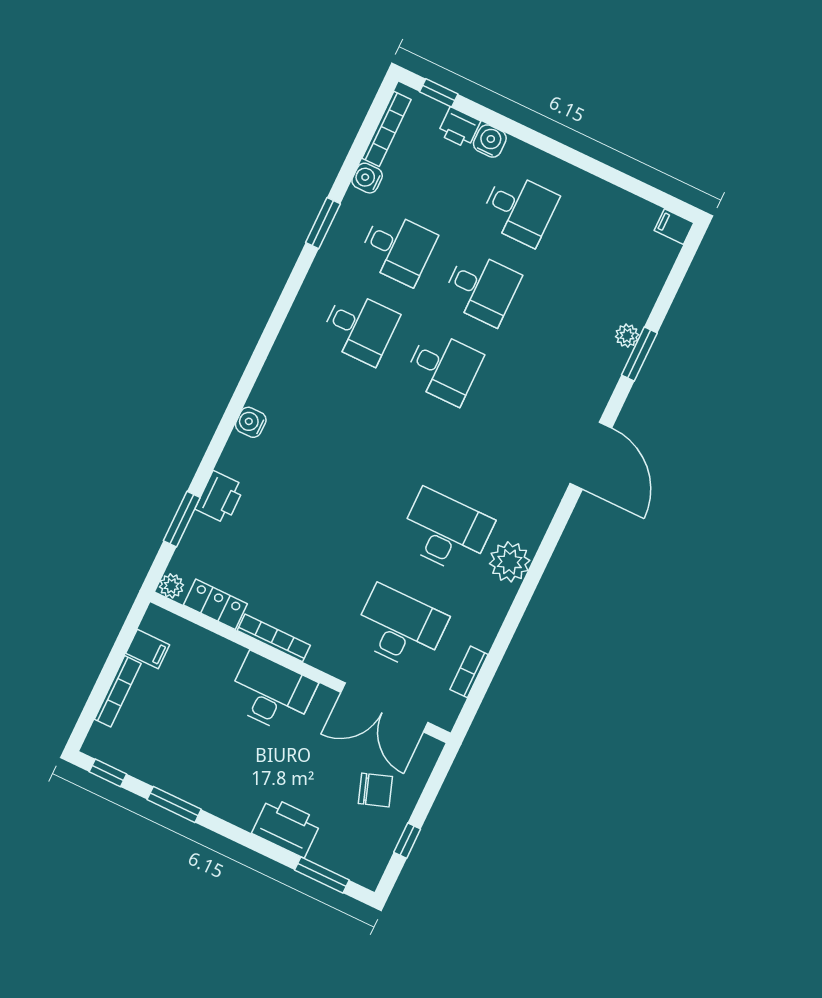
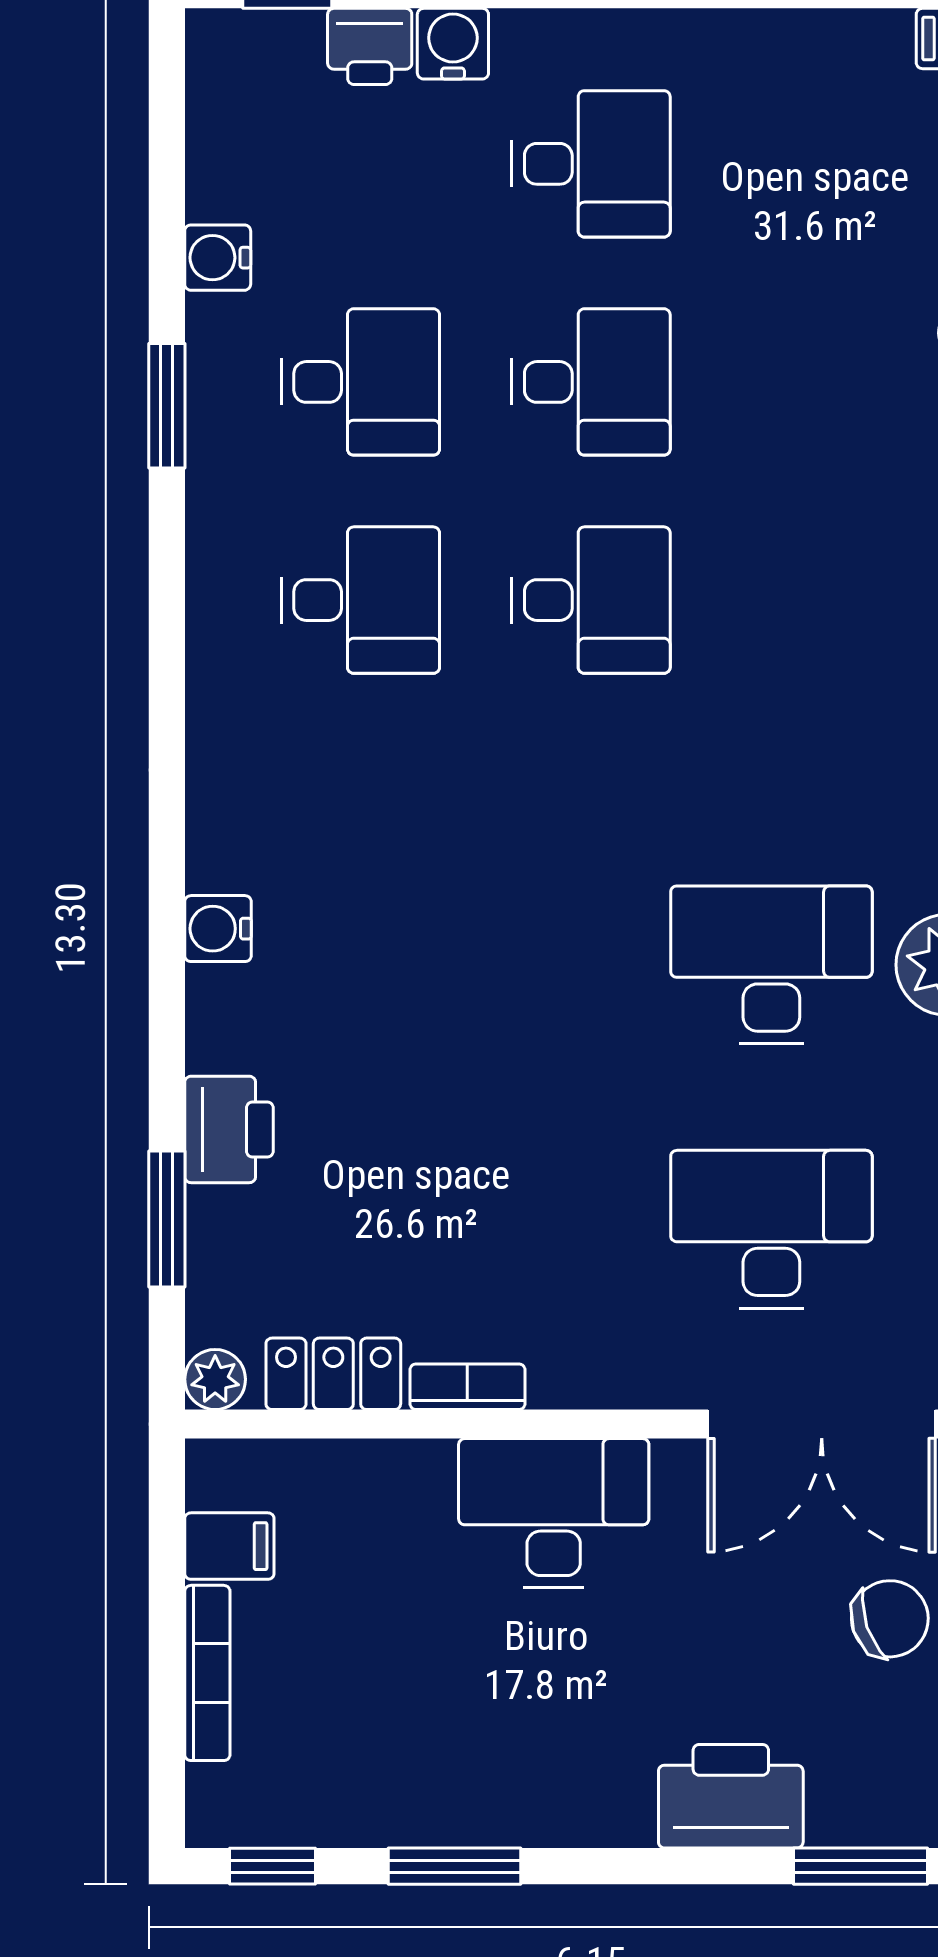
bookcase: (386, 129) -> (209, 127), removed
bookcase: (274, 638) -> (467, 1387), width x0.64

